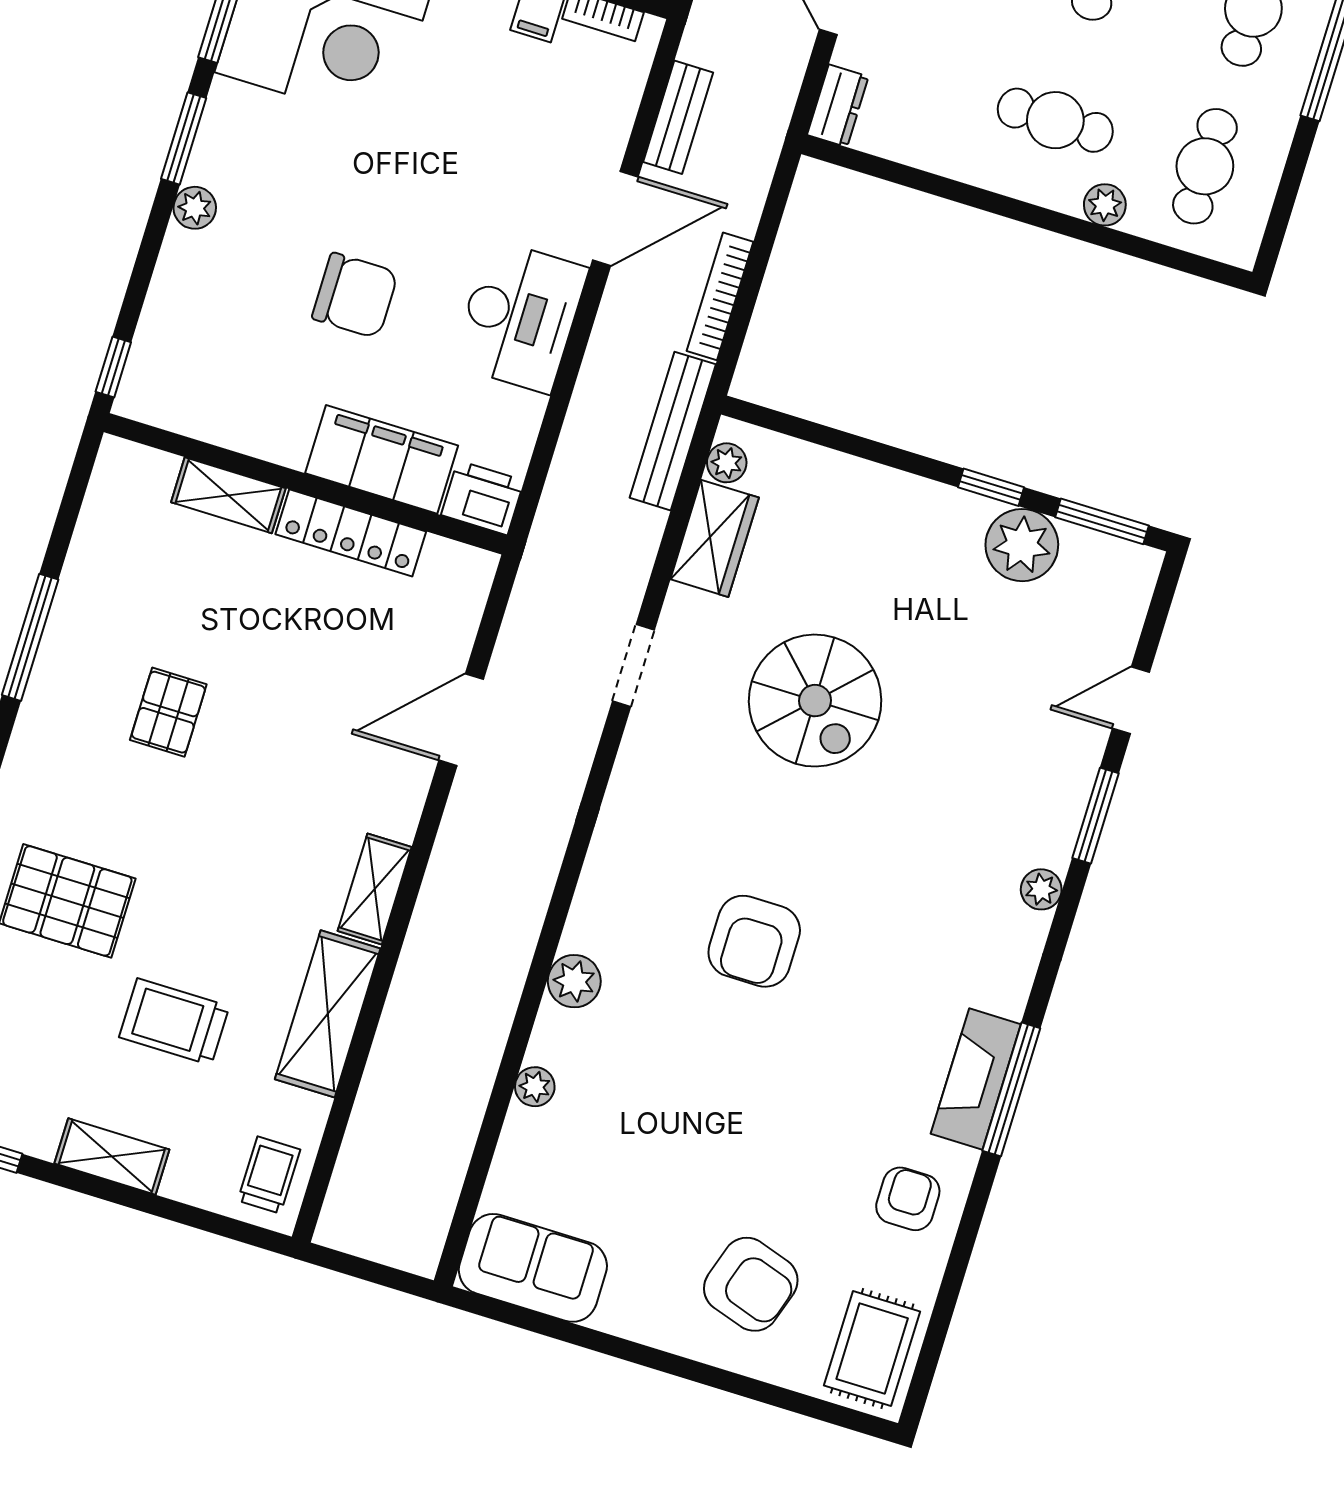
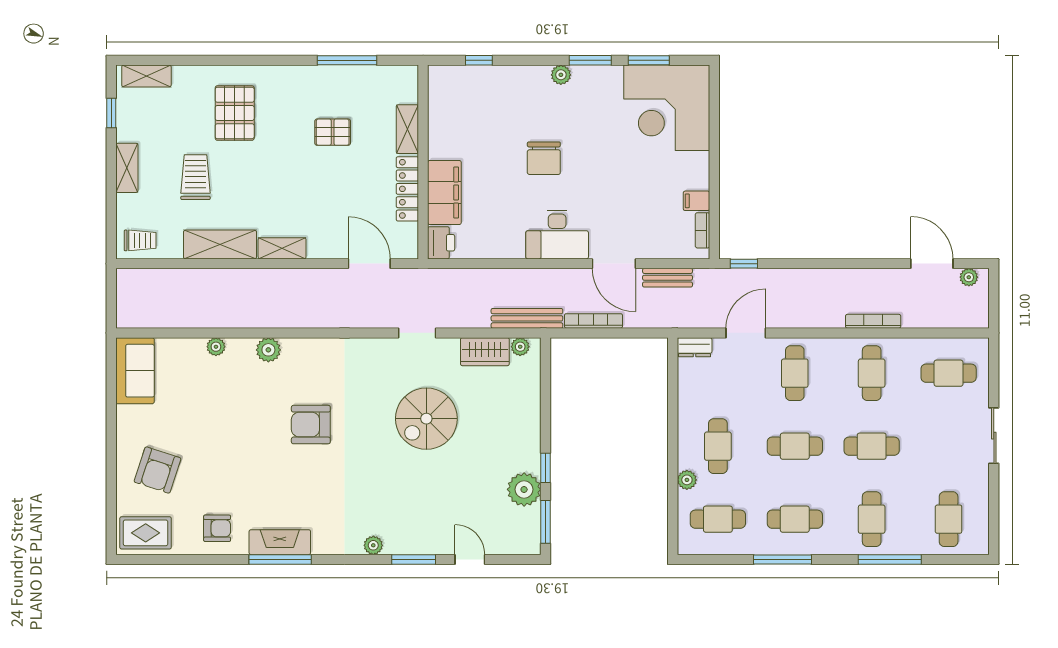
filing cabinet: (382, 459) -> (444, 192), moved
wall: (306, 484) -> (423, 162), moved
shelving: (228, 495) -> (407, 129), moved
printer: (483, 498) -> (441, 243), moved
locker: (351, 533) -> (407, 189), moved

